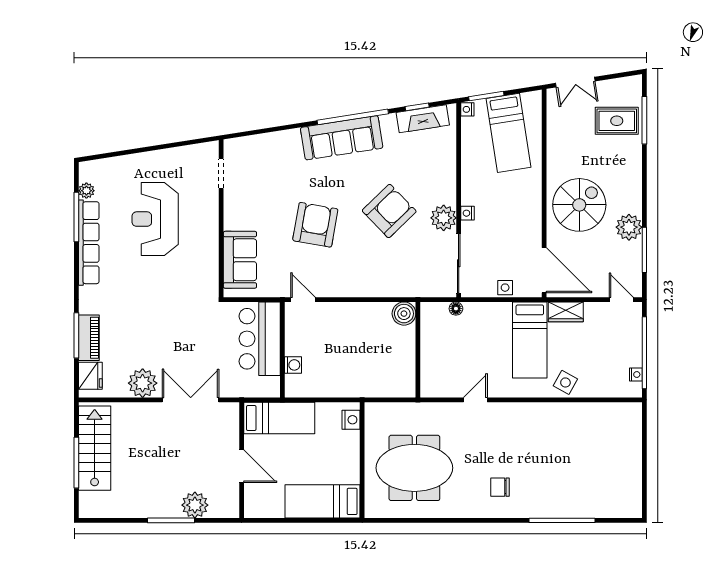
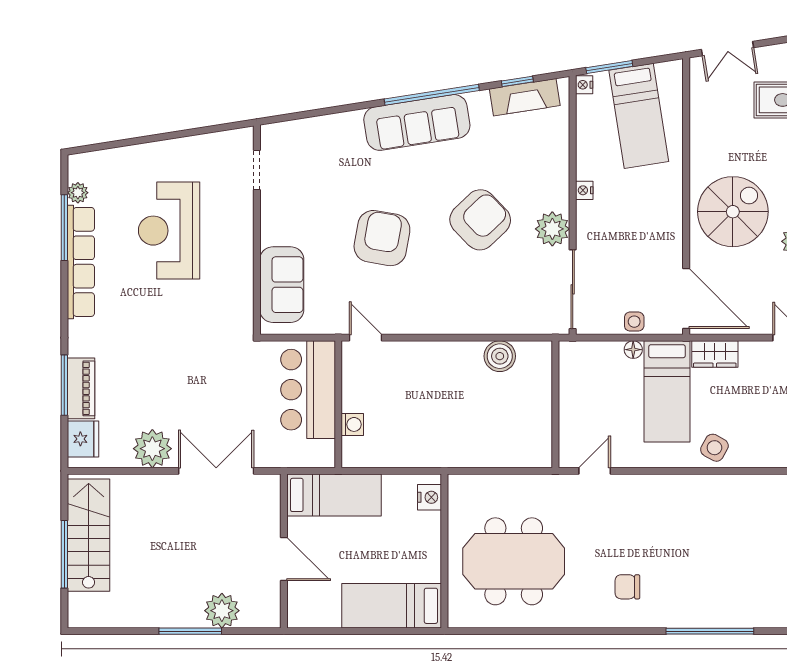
nightstand: (468, 213) -> (584, 190), moved
floor lamp: (456, 309) -> (633, 350), moved
wall: (418, 350) -> (555, 404), moved

